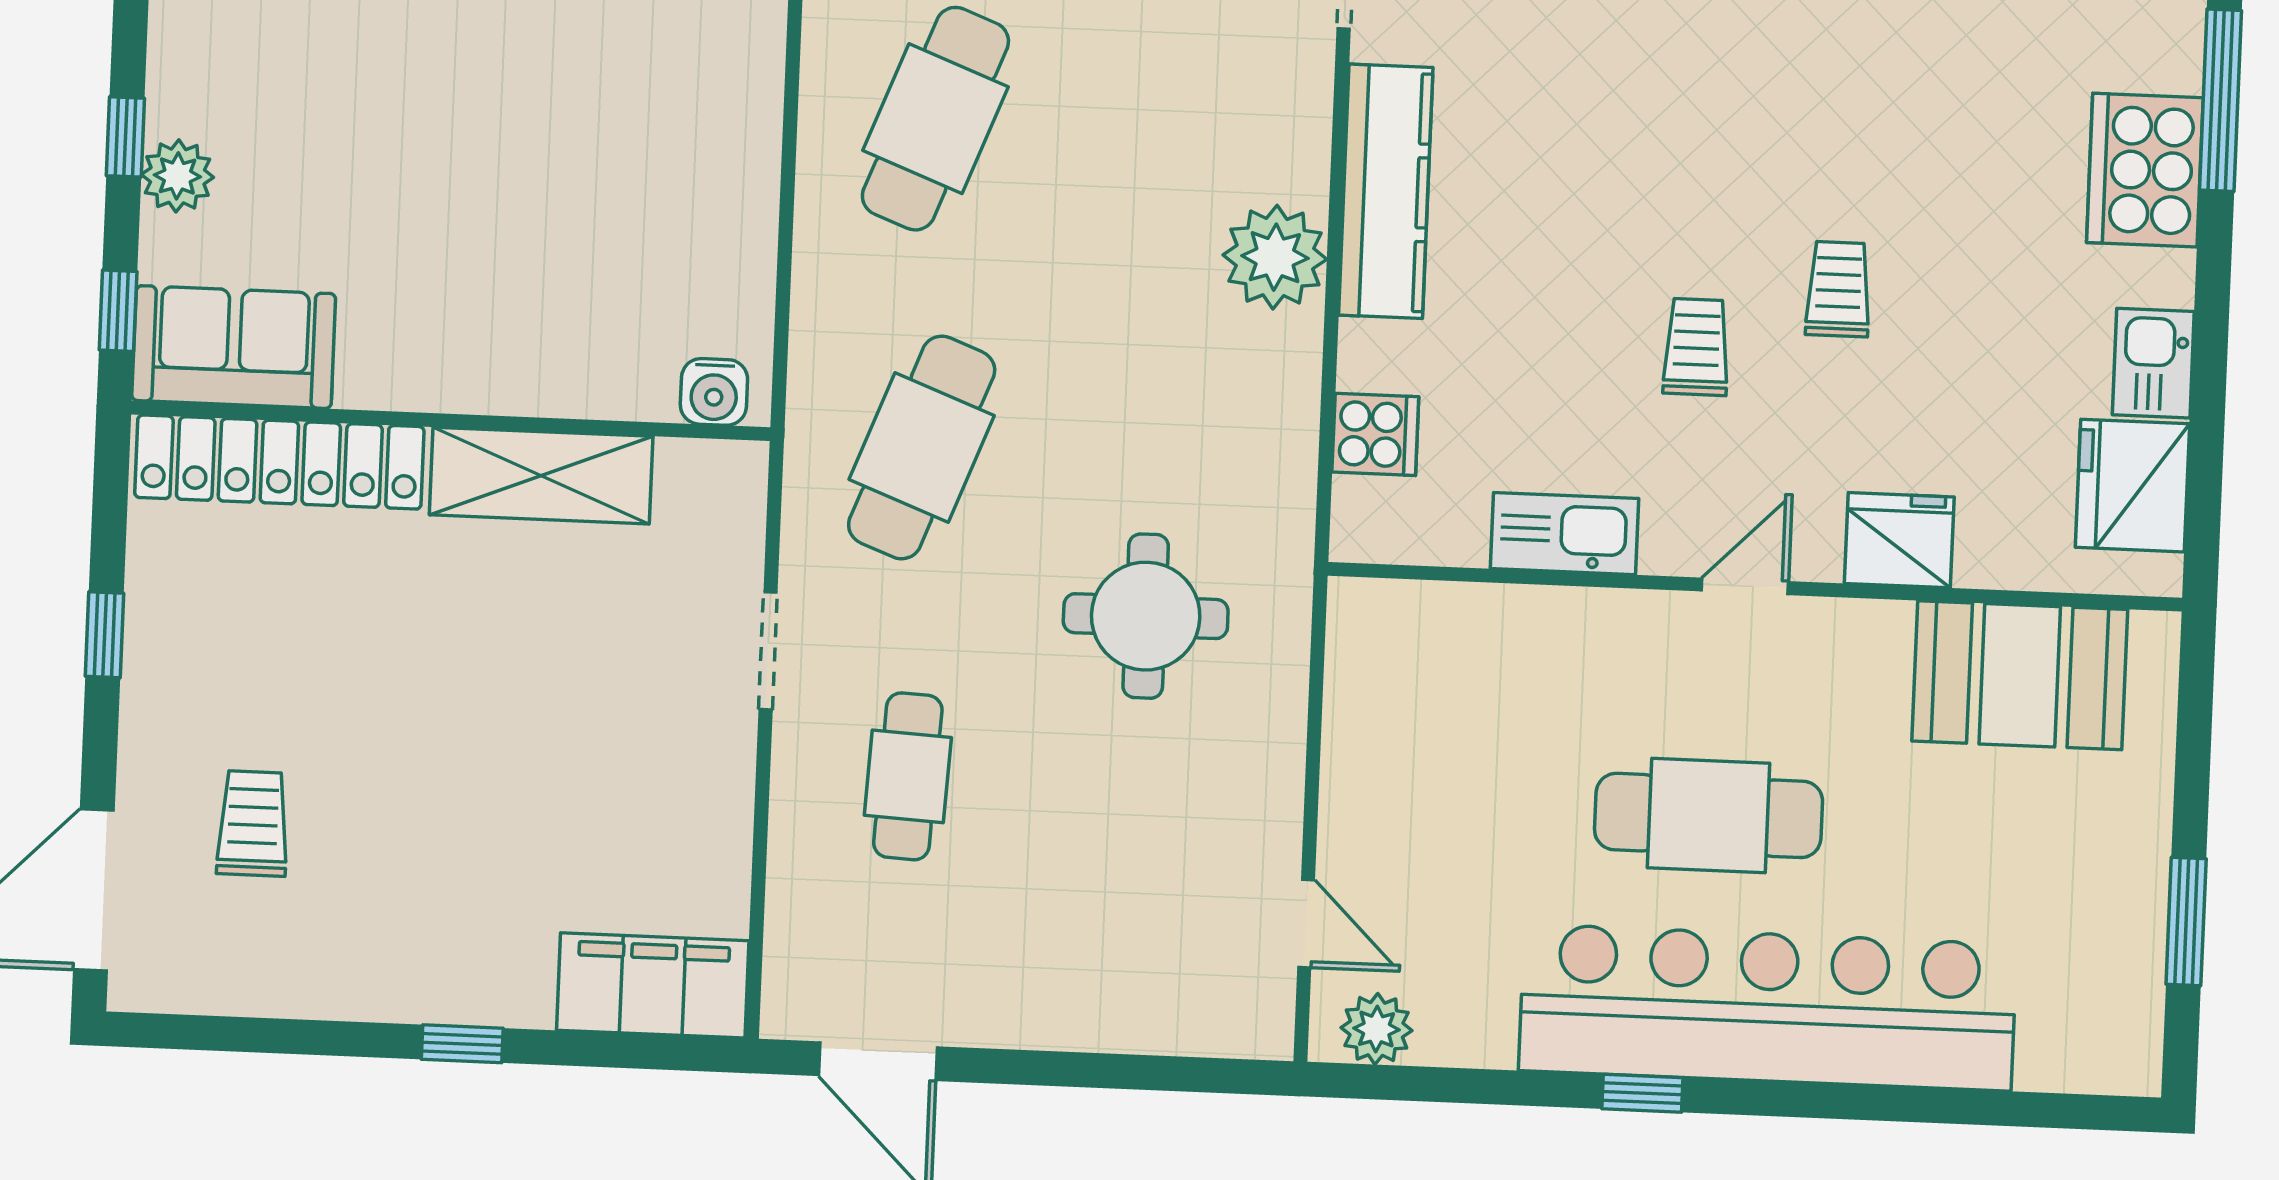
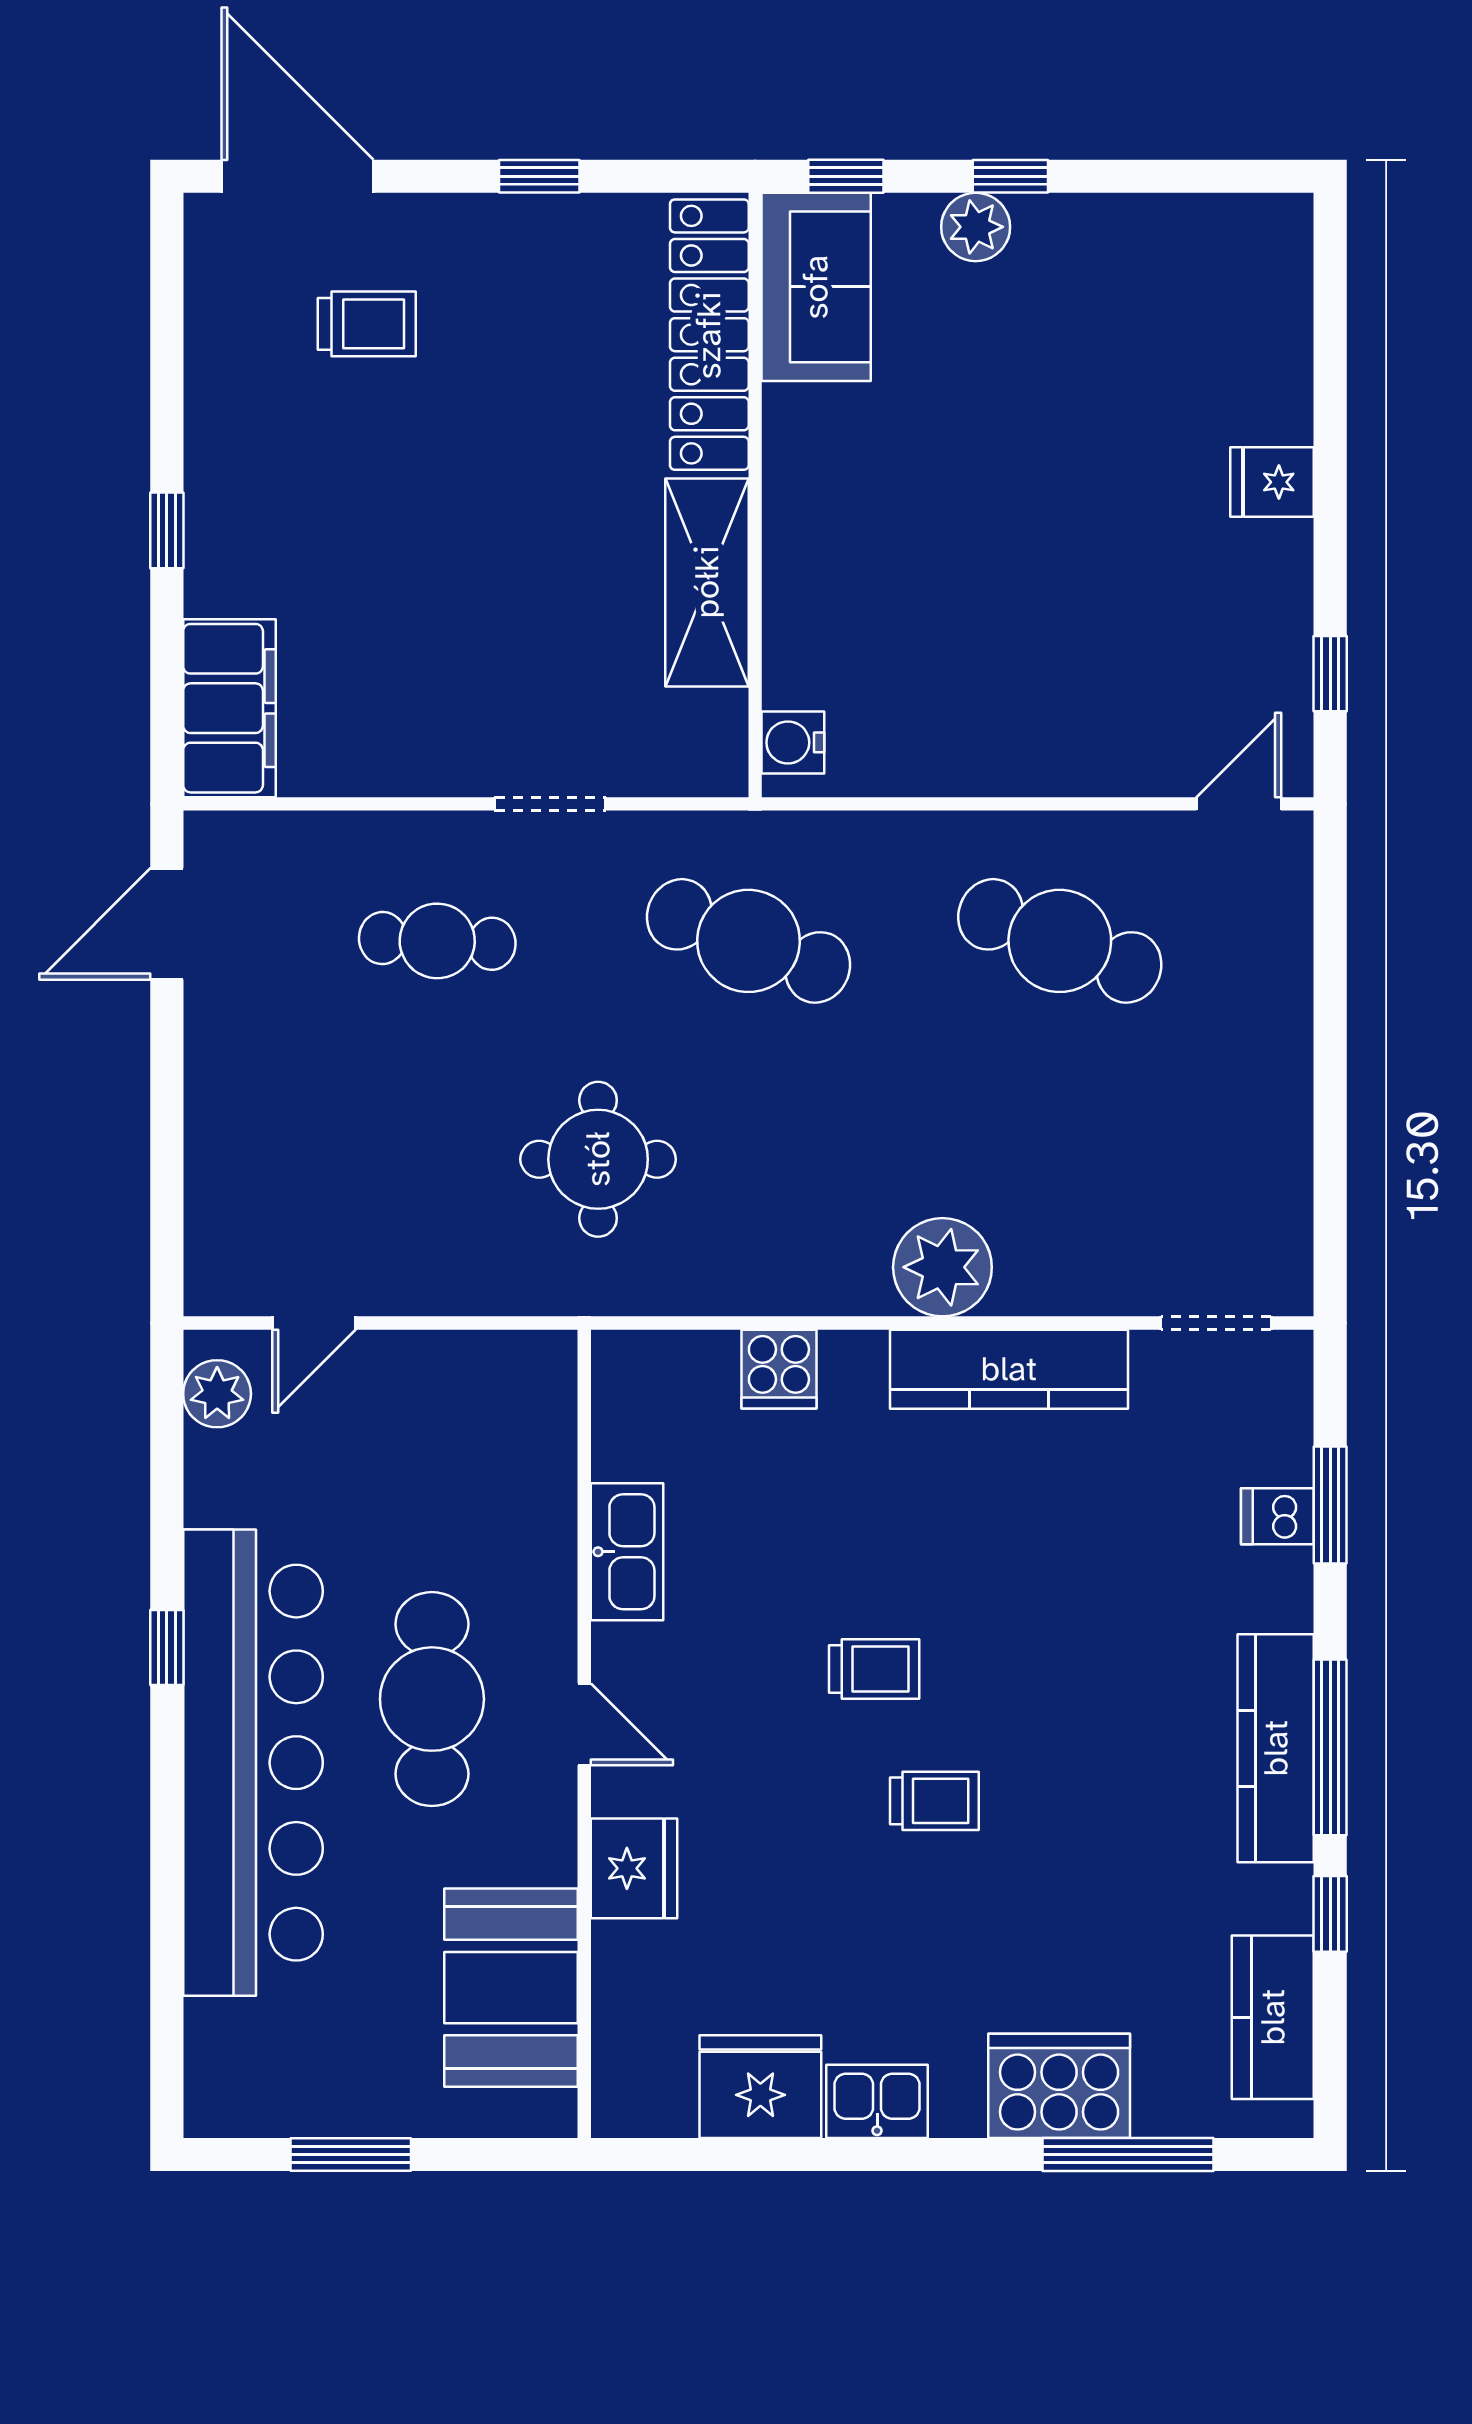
kitchen sink: (1564, 534) -> (627, 1552), moved
fridge: (1899, 540) -> (634, 1868), moved
door: (1745, 586) -> (584, 1724), moved
wall: (1755, 587) -> (584, 1734), moved
booth: (2020, 675) -> (511, 1988), moved

